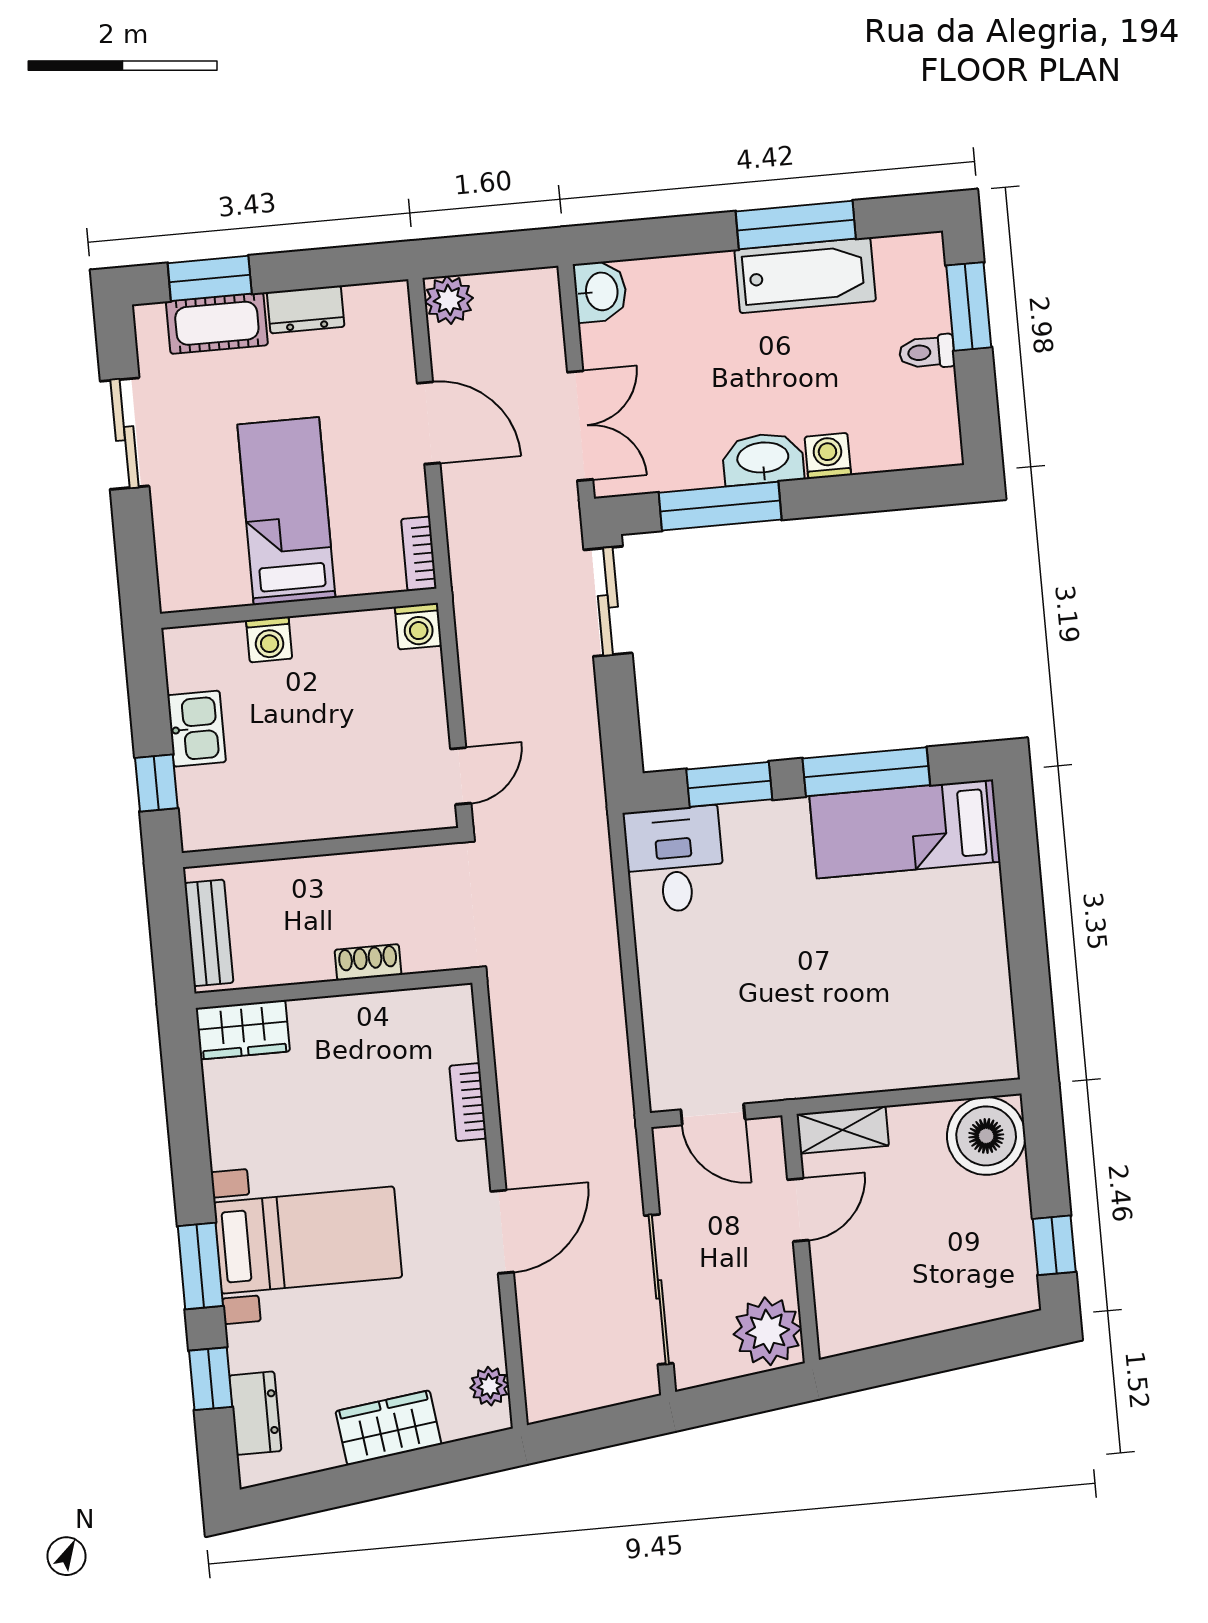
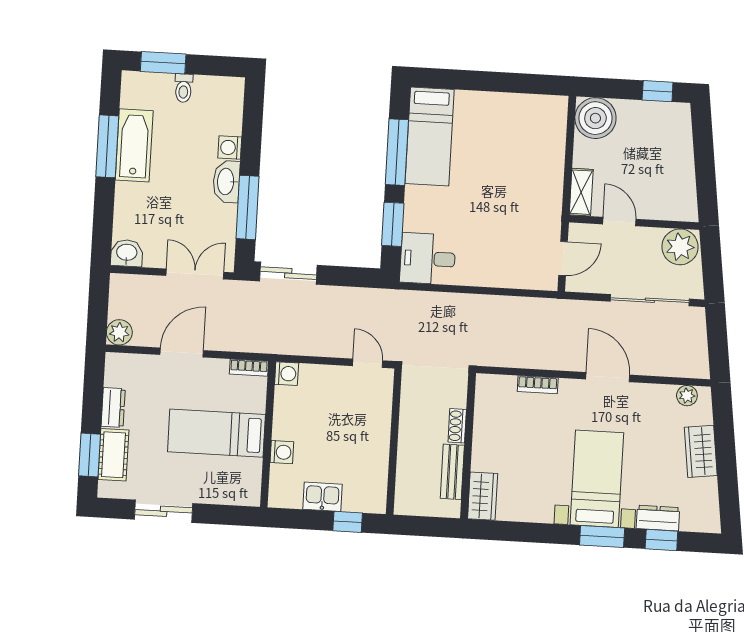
bench: (209, 933) -> (452, 472), moved, turned 90
dresser: (255, 1413) -> (658, 518), moved

